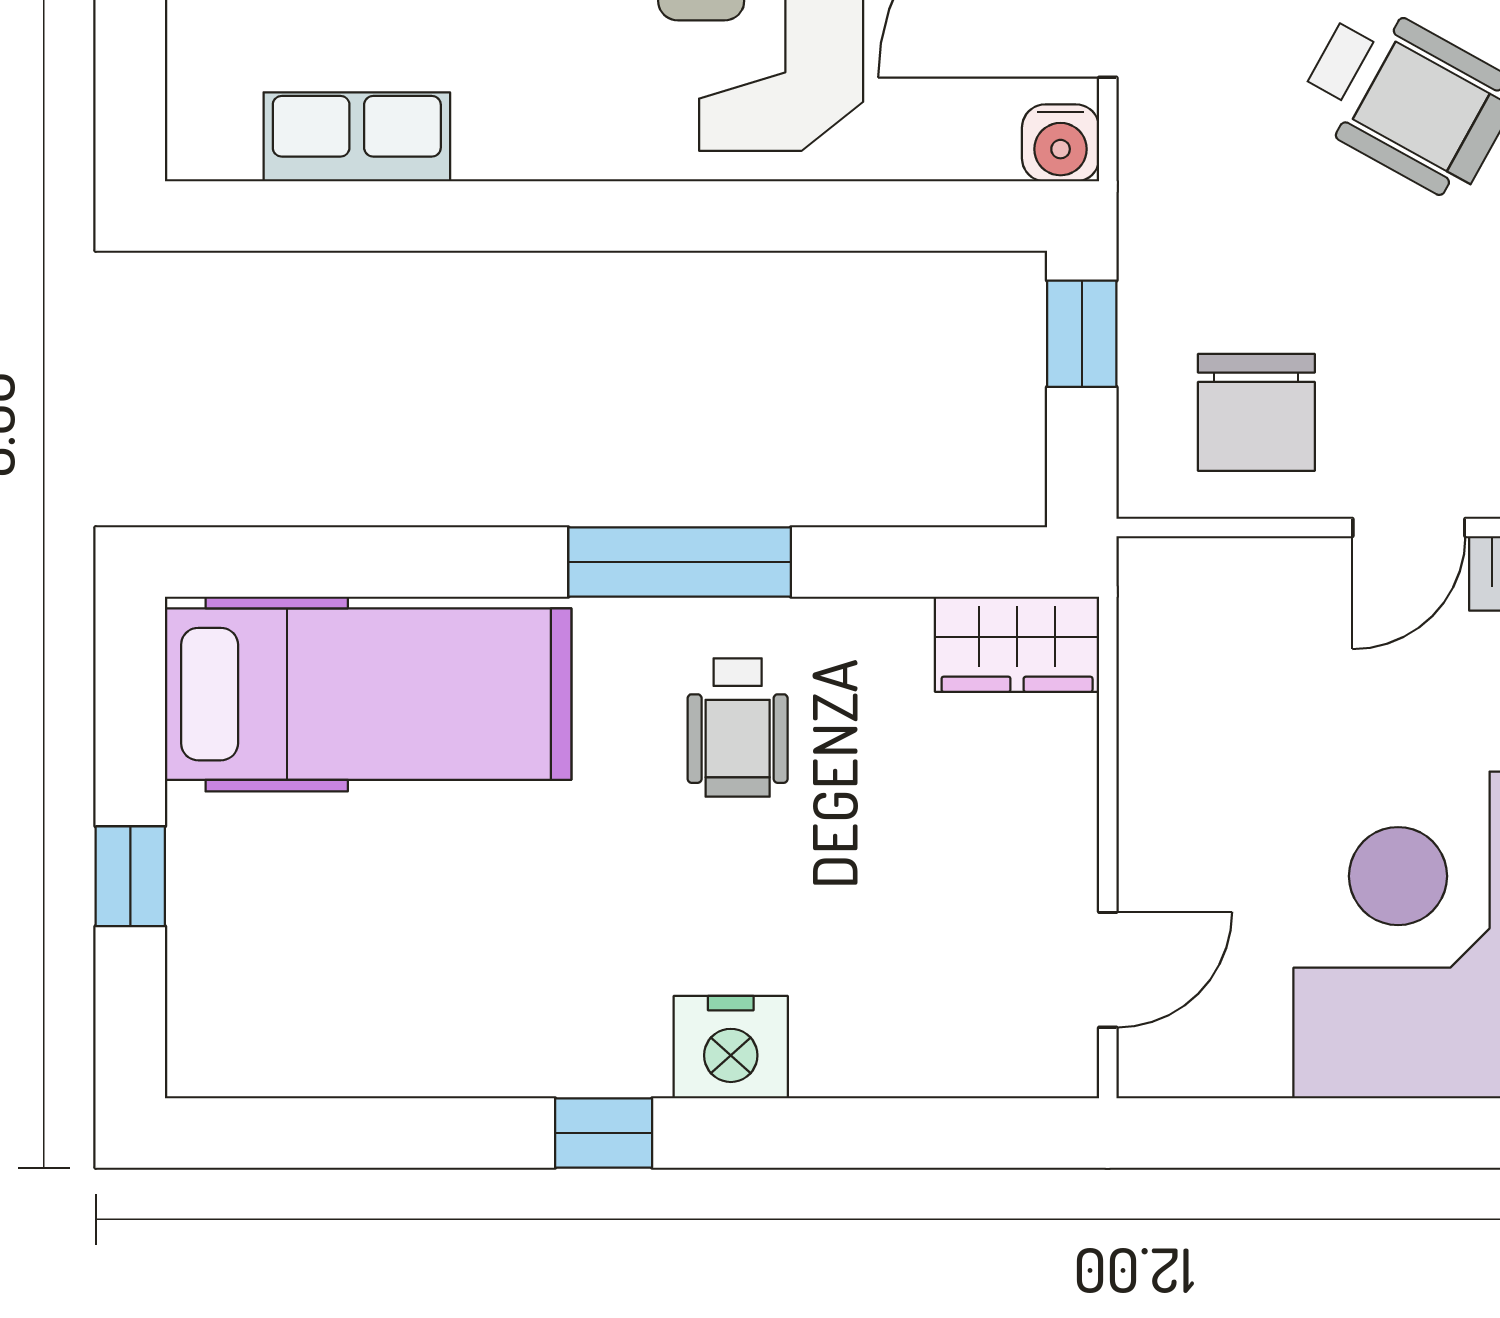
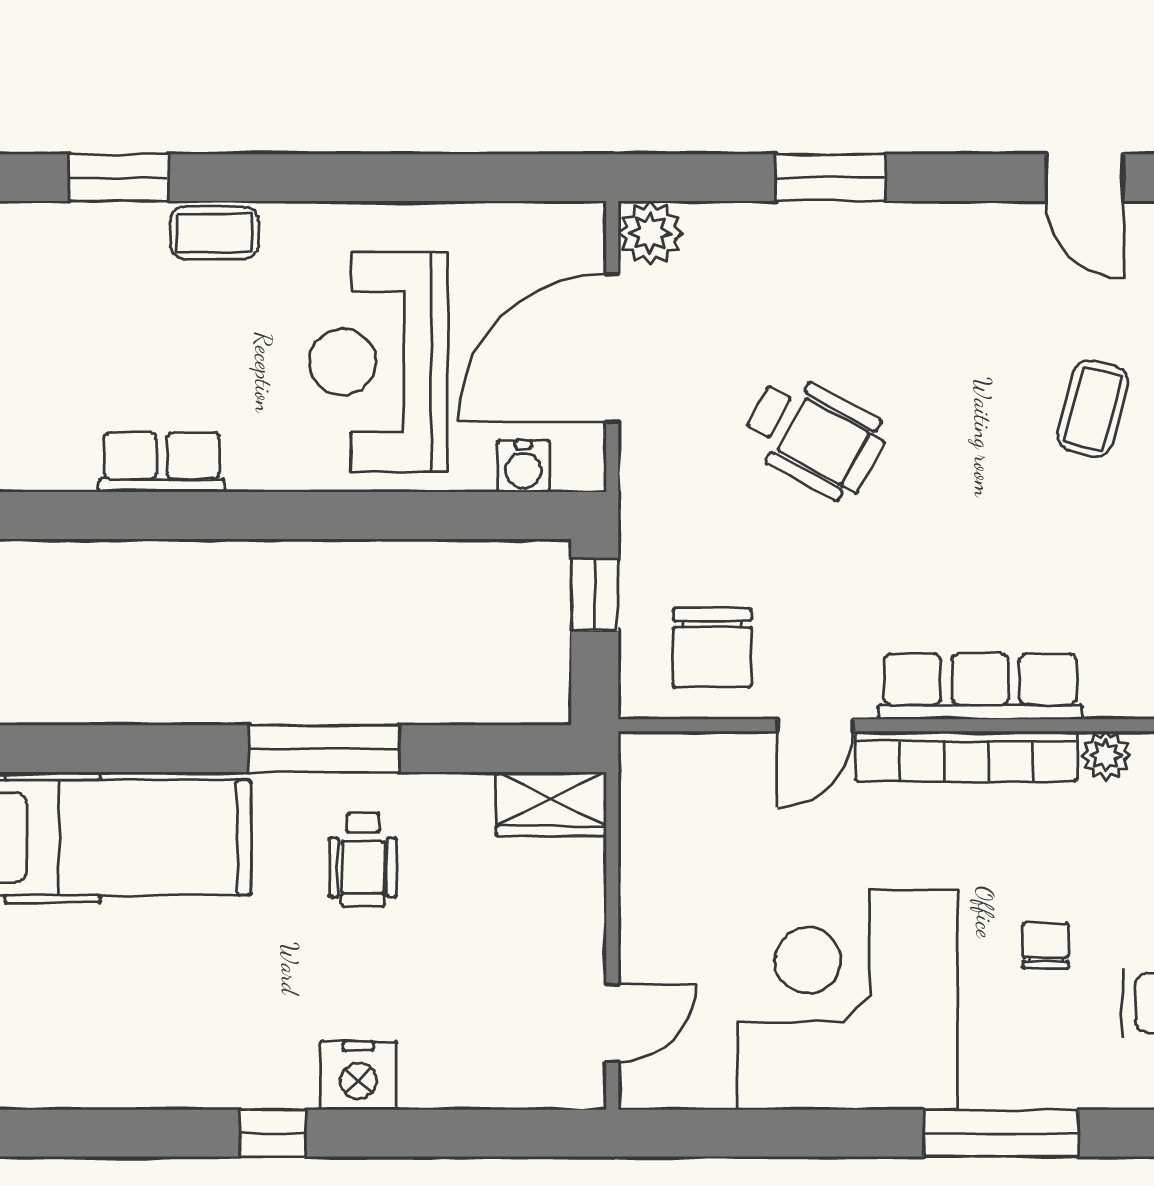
row of seats: (357, 137) -> (162, 462), moved
water cooler: (1061, 143) -> (524, 466), moved

